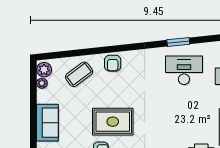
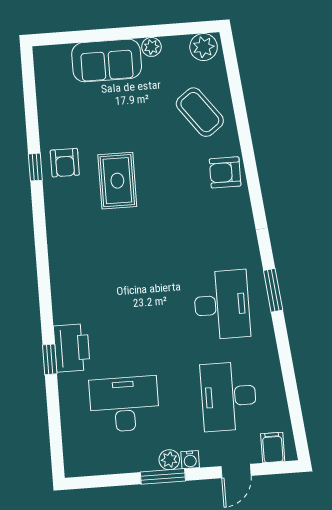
plant: (42, 83) -> (151, 47), moved
rug: (113, 122) -> (117, 181), width x0.73, depth x0.70

